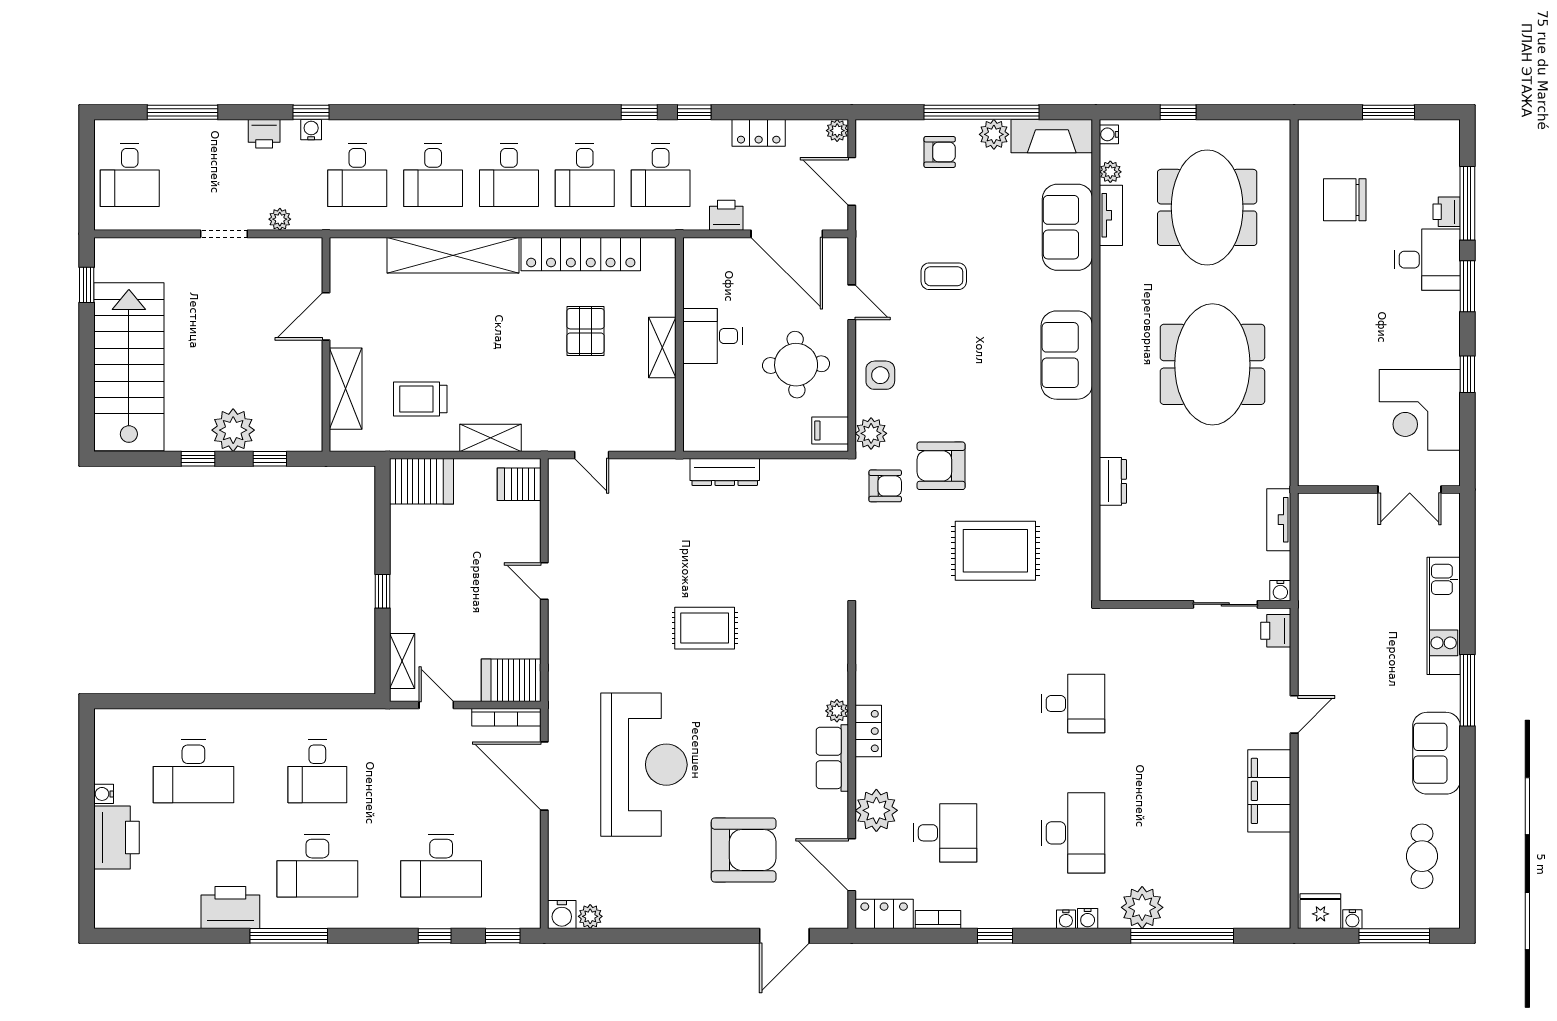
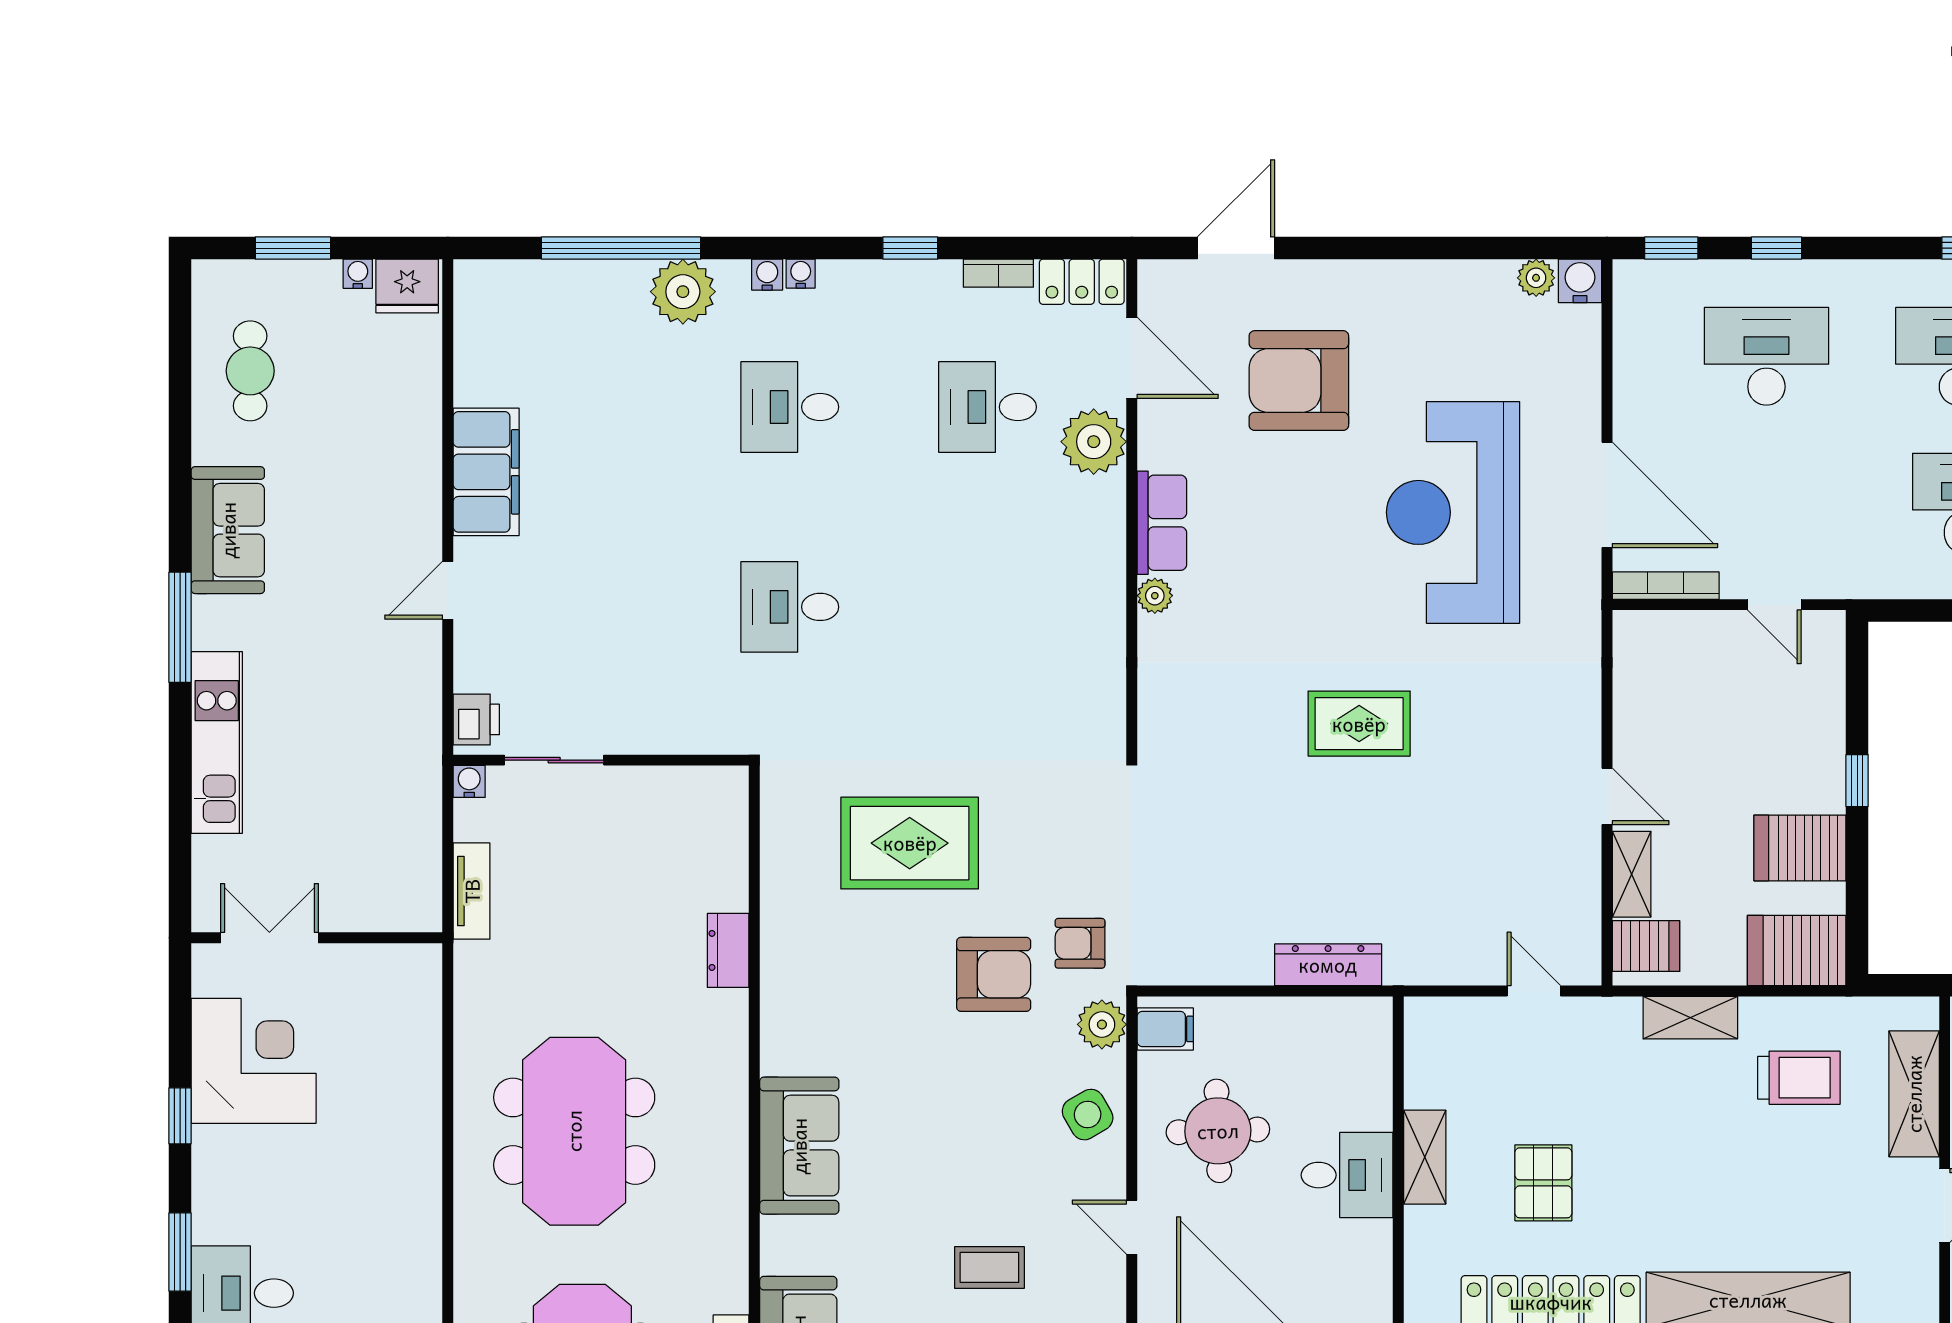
side table: (880, 375) -> (1088, 1115), turned -30
shelving: (402, 661) -> (1632, 874), moved
server rack: (511, 680) -> (1800, 848), moved, turned 180
locker: (868, 731) -> (1106, 564), removed
desk: (1073, 833) -> (790, 407), width x0.73
window: (1394, 936) -> (293, 248), width x0.69

